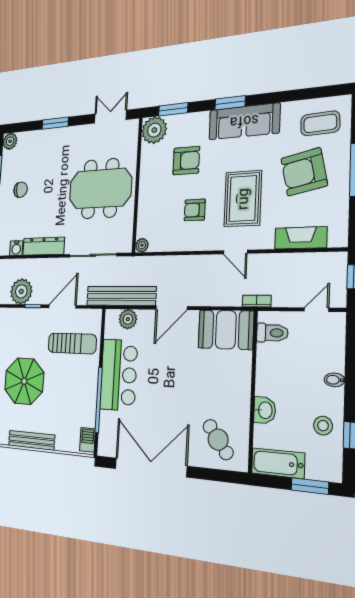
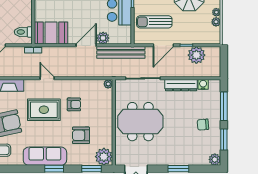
rug: (243, 199) -> (44, 110), turned 90
plant: (128, 319) -> (103, 38), moved

